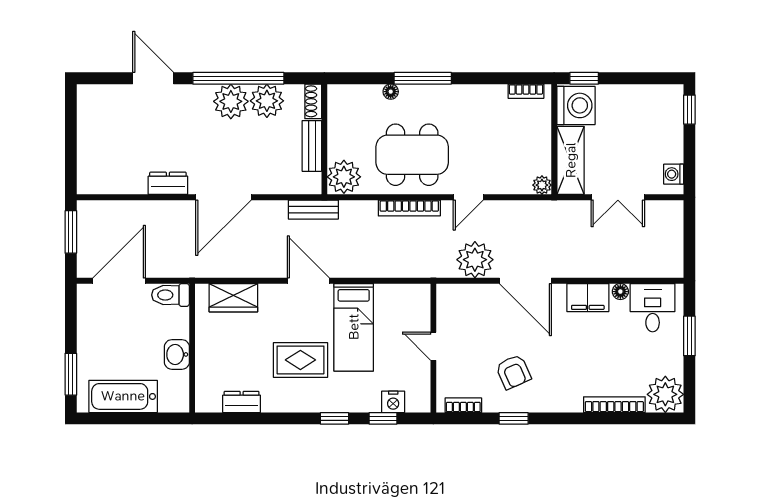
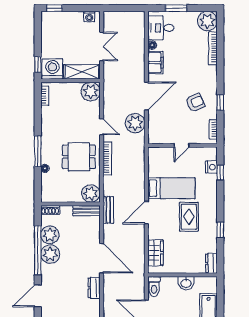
bench: (312, 146) -> (86, 211), moved
dining table: (412, 155) -> (79, 157), width x0.73
plant: (542, 185) -> (91, 92), width x1.87, depth x1.87
dresser: (242, 402) -> (211, 263), moved
window: (334, 418) -> (220, 230), moved

